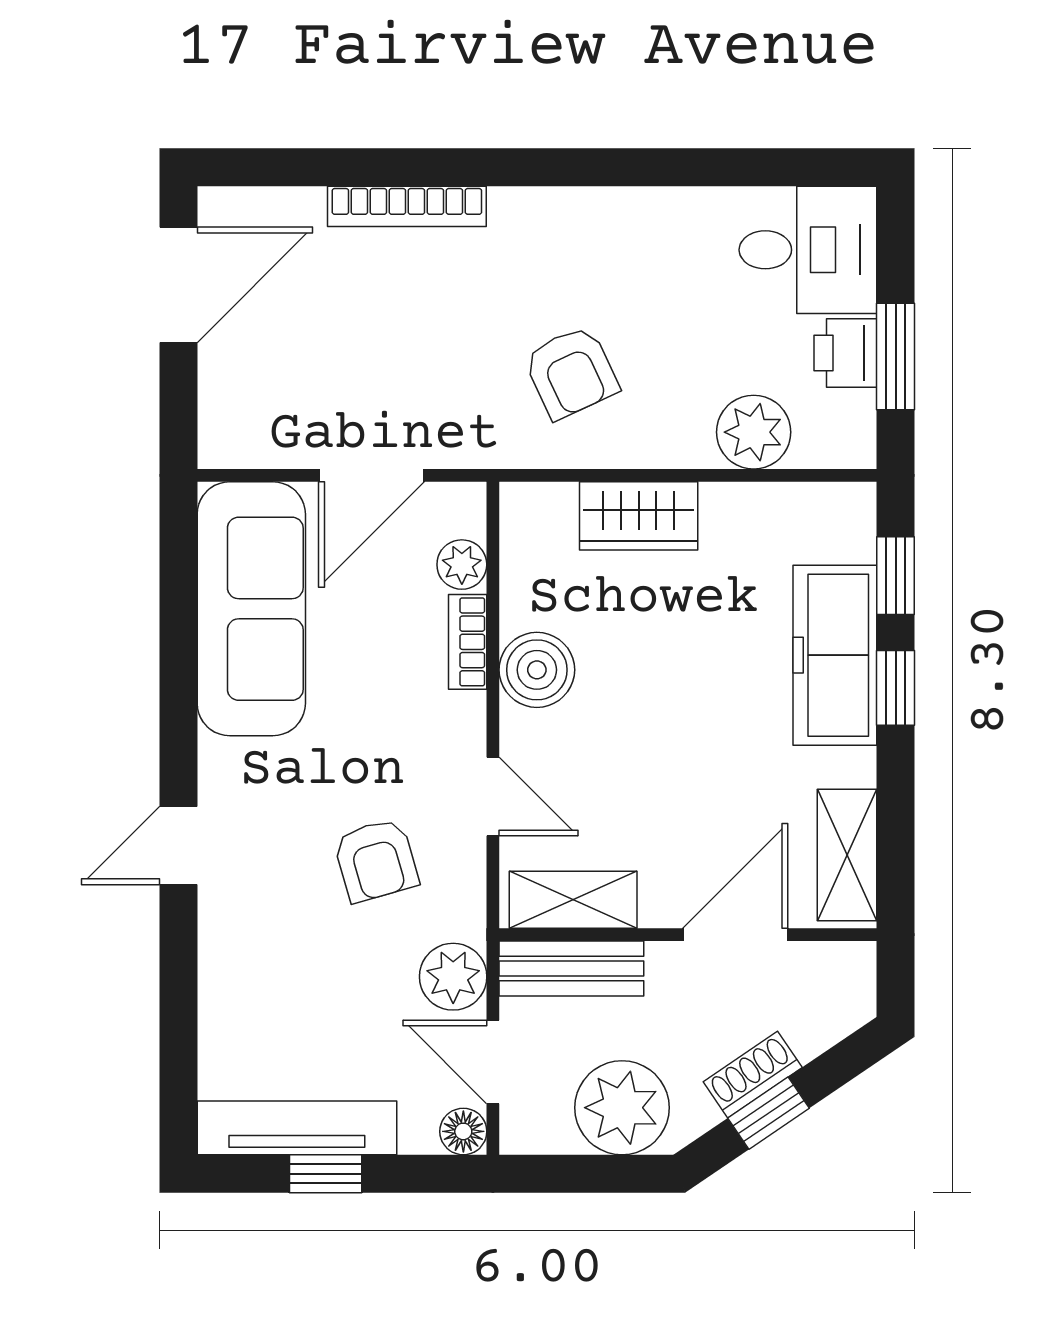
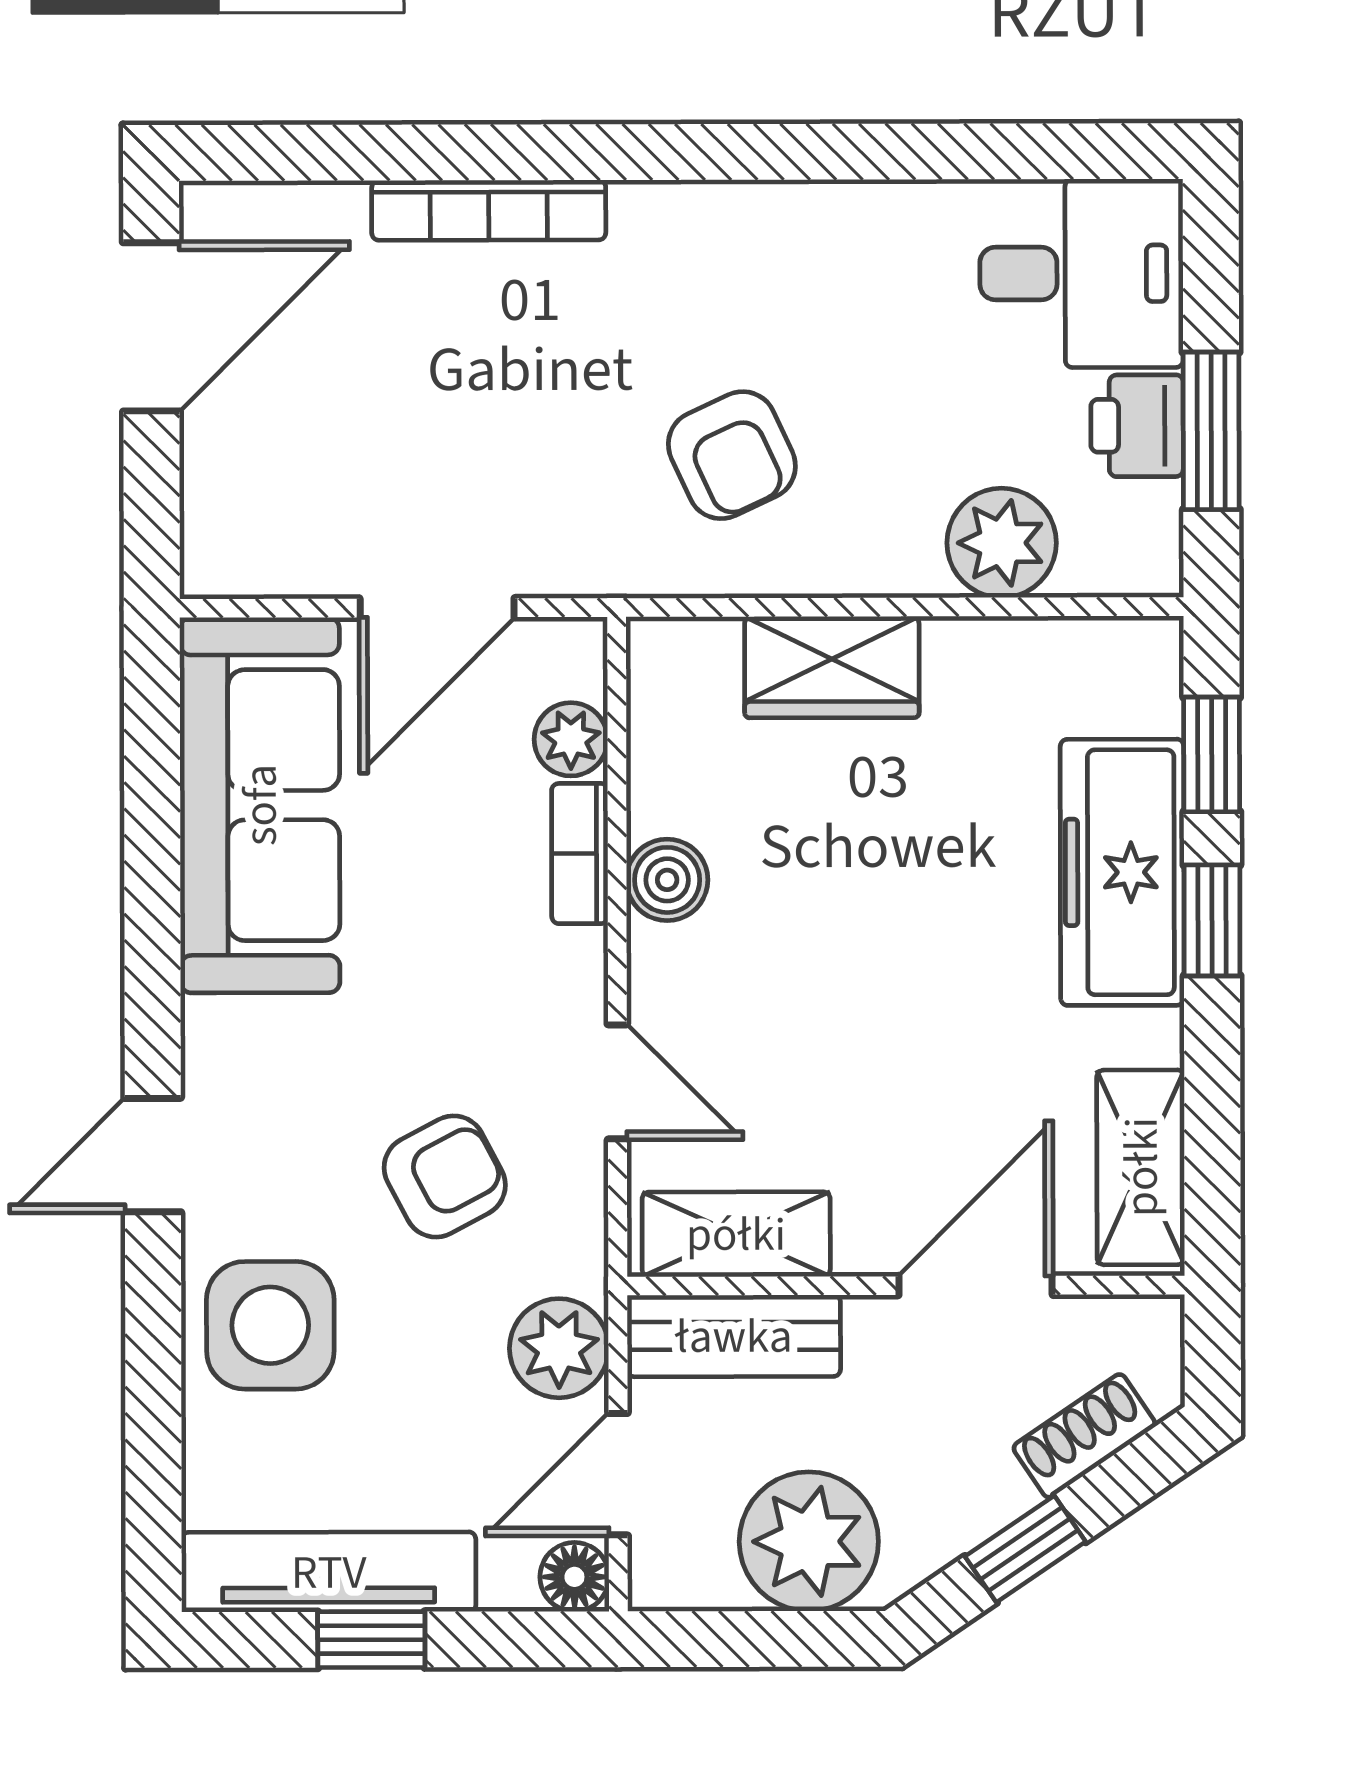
boiler: (537, 670) -> (667, 880), width x0.73, depth x0.73
armchair: (376, 860) -> (445, 1176), turned -102
side table: (258, 961) -> (270, 1325), added
door: (493, 1062) -> (618, 1474), hinge flipped
shoe rack: (753, 1075) -> (1084, 1436), moved

